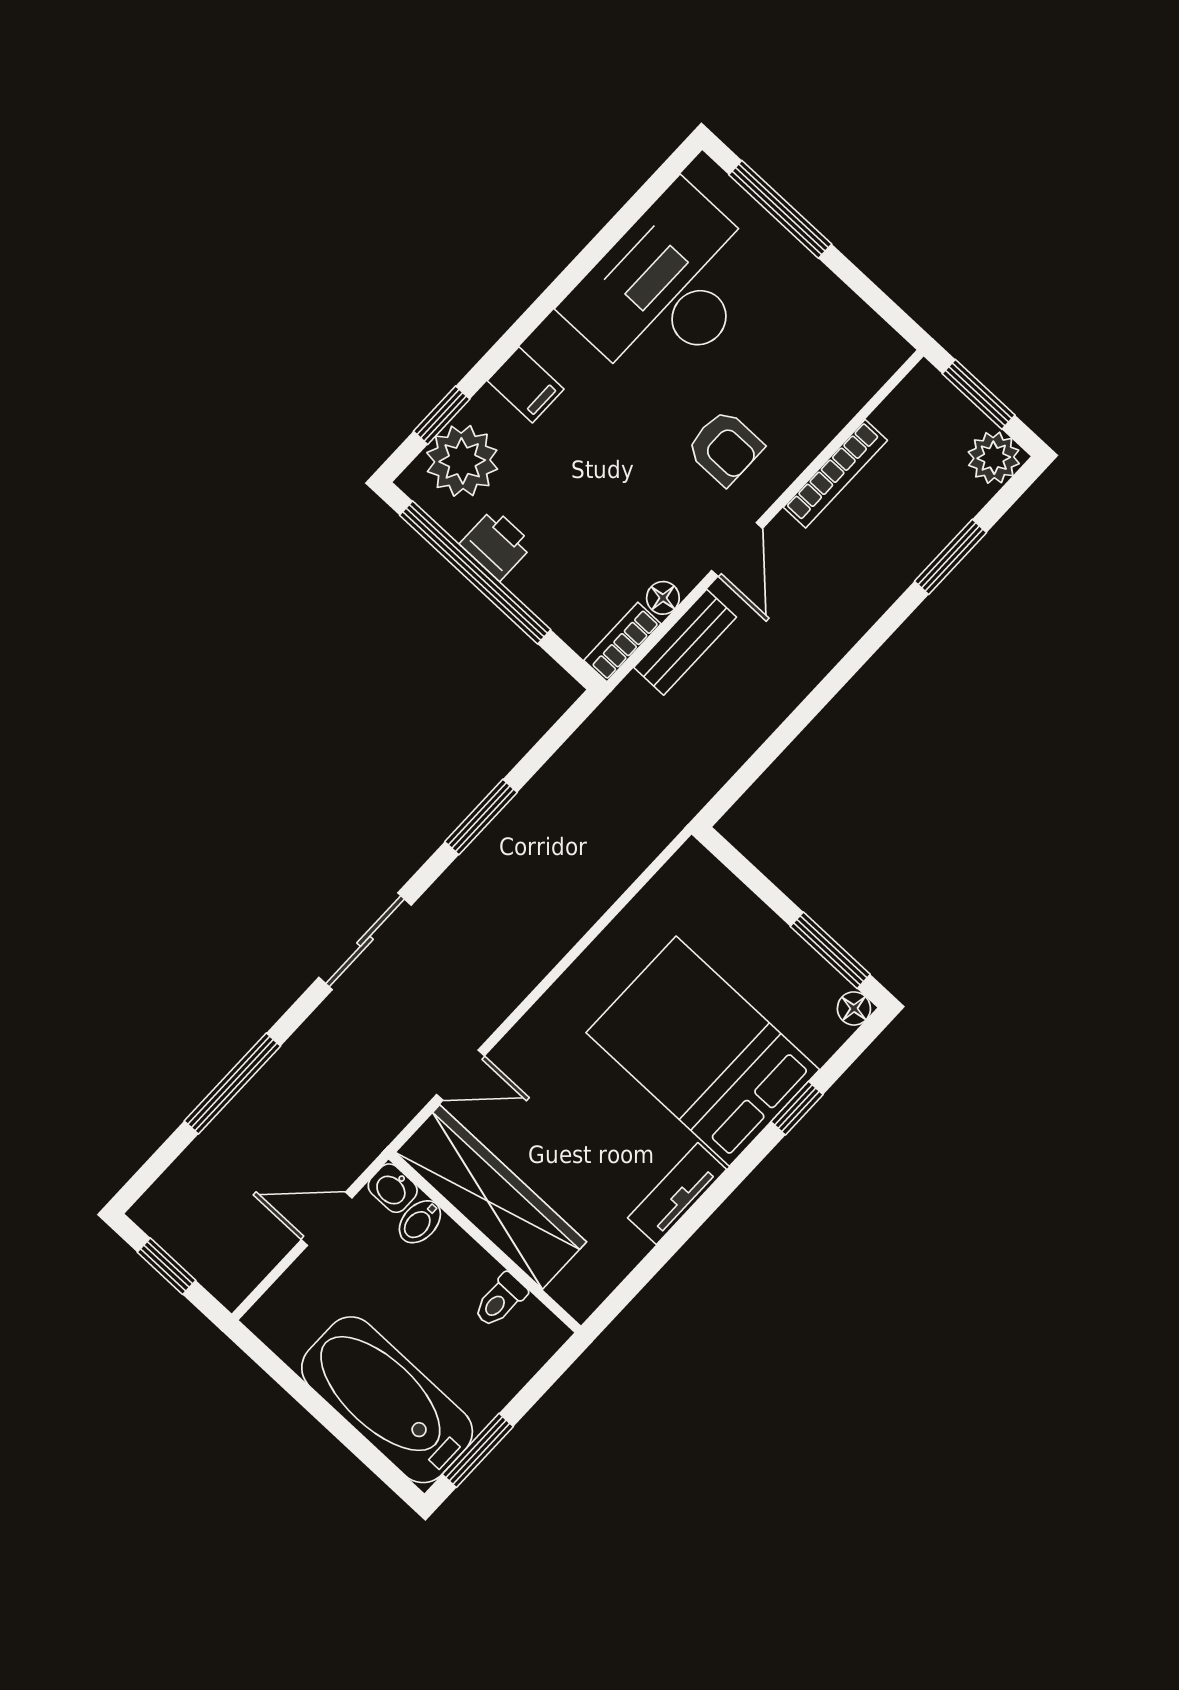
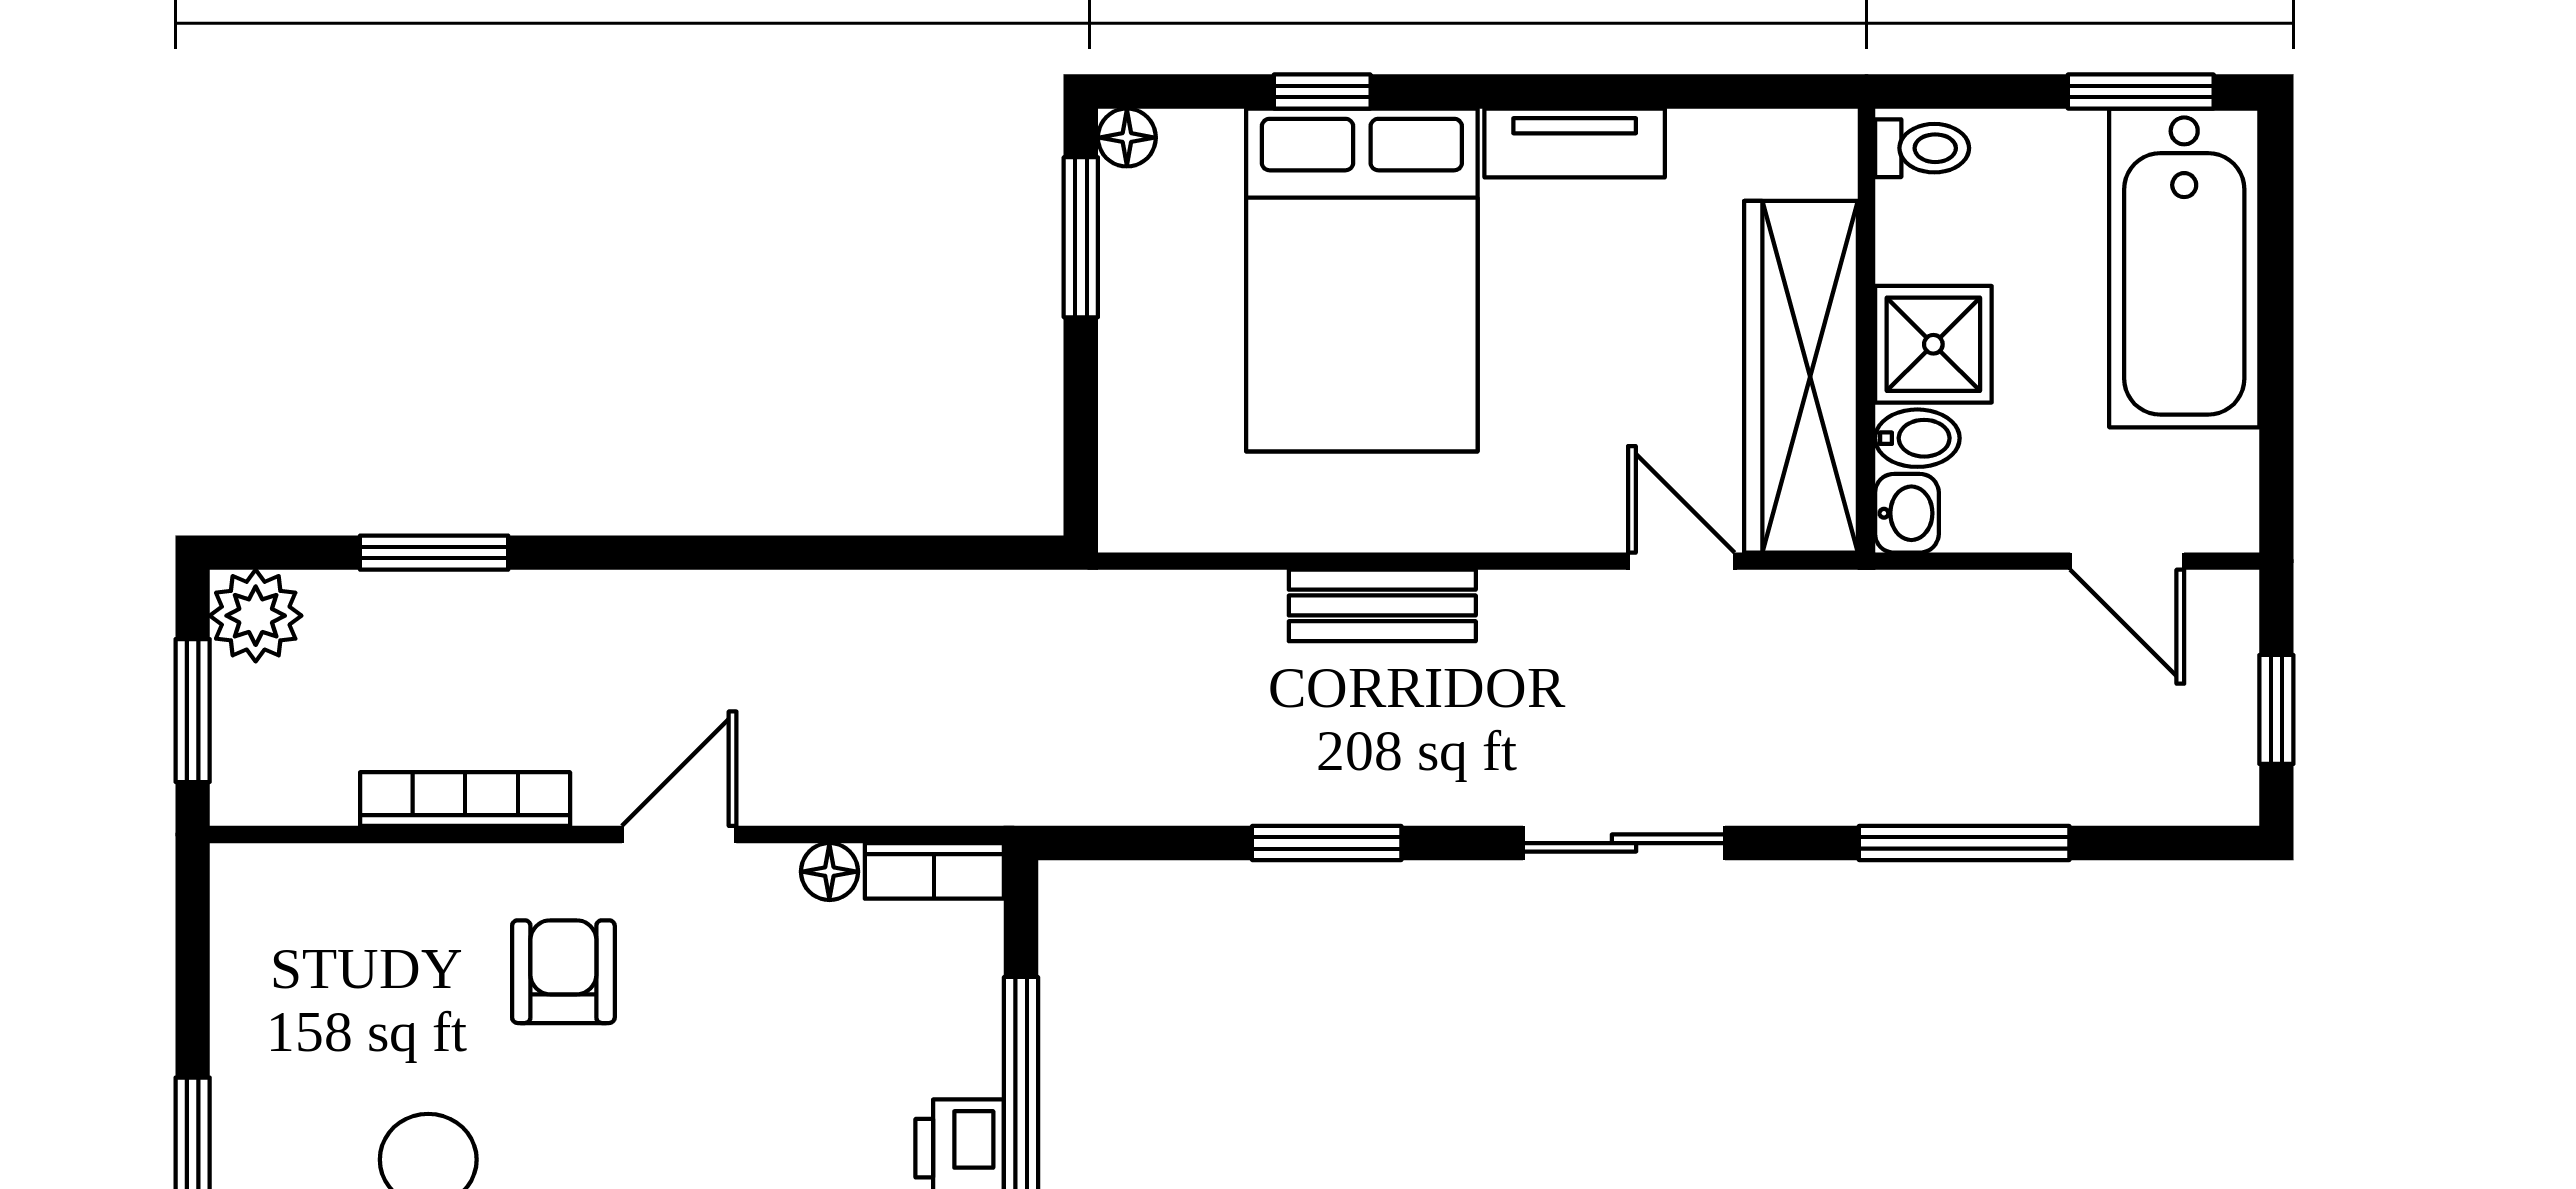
bench: (685, 642) -> (1382, 605), moved
door: (327, 1219) -> (2127, 561), moved
shower: (453, 1265) -> (1933, 344), added
toilet: (500, 1300) -> (1922, 148), moved

